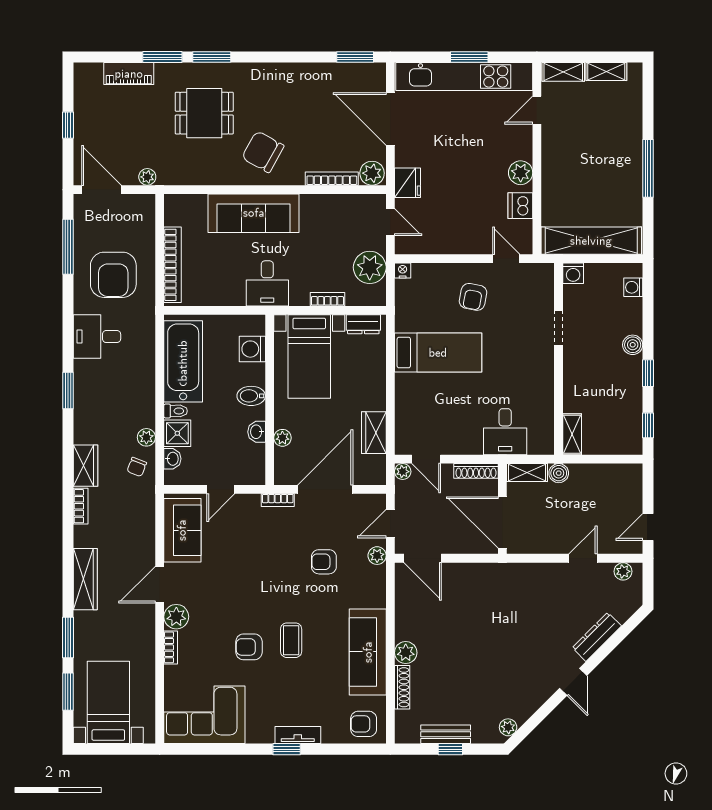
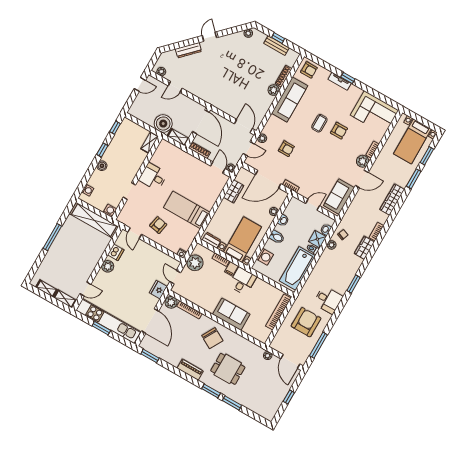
piano: (129, 74) -> (190, 370), moved
sofa: (254, 213) -> (231, 314), width x0.73
filing cabinet: (299, 294) -> (231, 269), added
desk: (505, 432) -> (153, 177), moved, turned -90
boiler: (559, 473) -> (163, 124), width x1.86, depth x1.86

